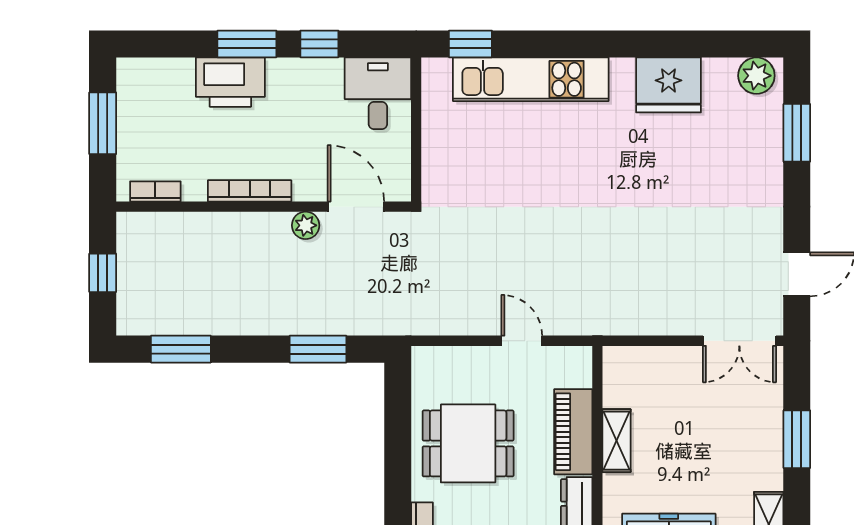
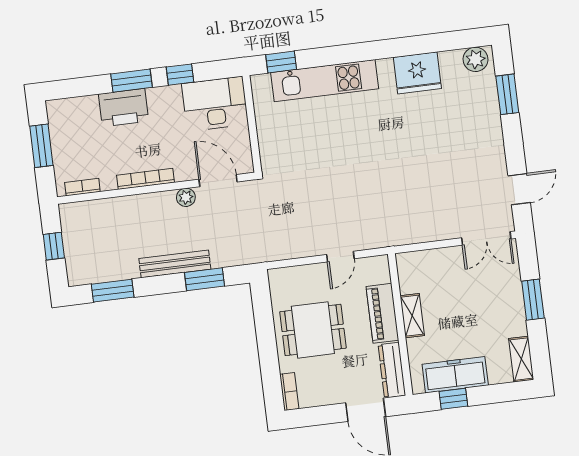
desk: (378, 93) -> (215, 104), width x1.37
bench: (277, 321) -> (175, 264), added
door: (522, 341) -> (340, 257), swing flipped

